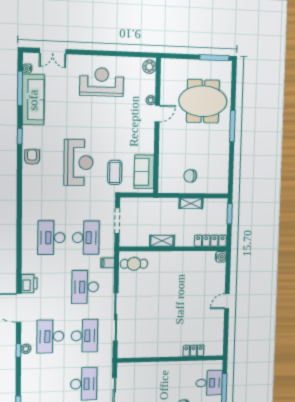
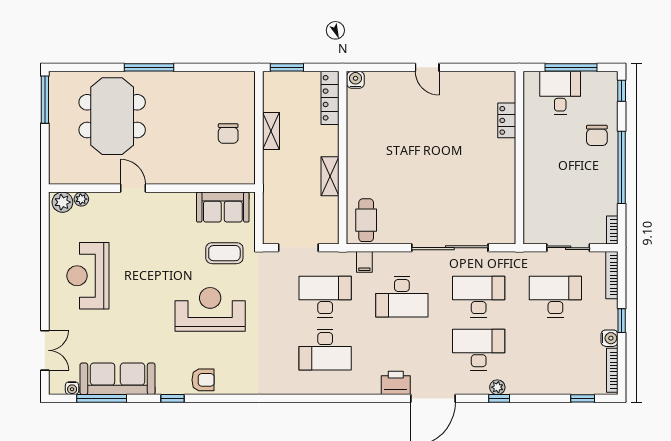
plant: (151, 100) -> (81, 199), moved
armchair: (32, 157) -> (203, 380), turned 180
desk: (50, 336) -> (479, 350), turned 180

